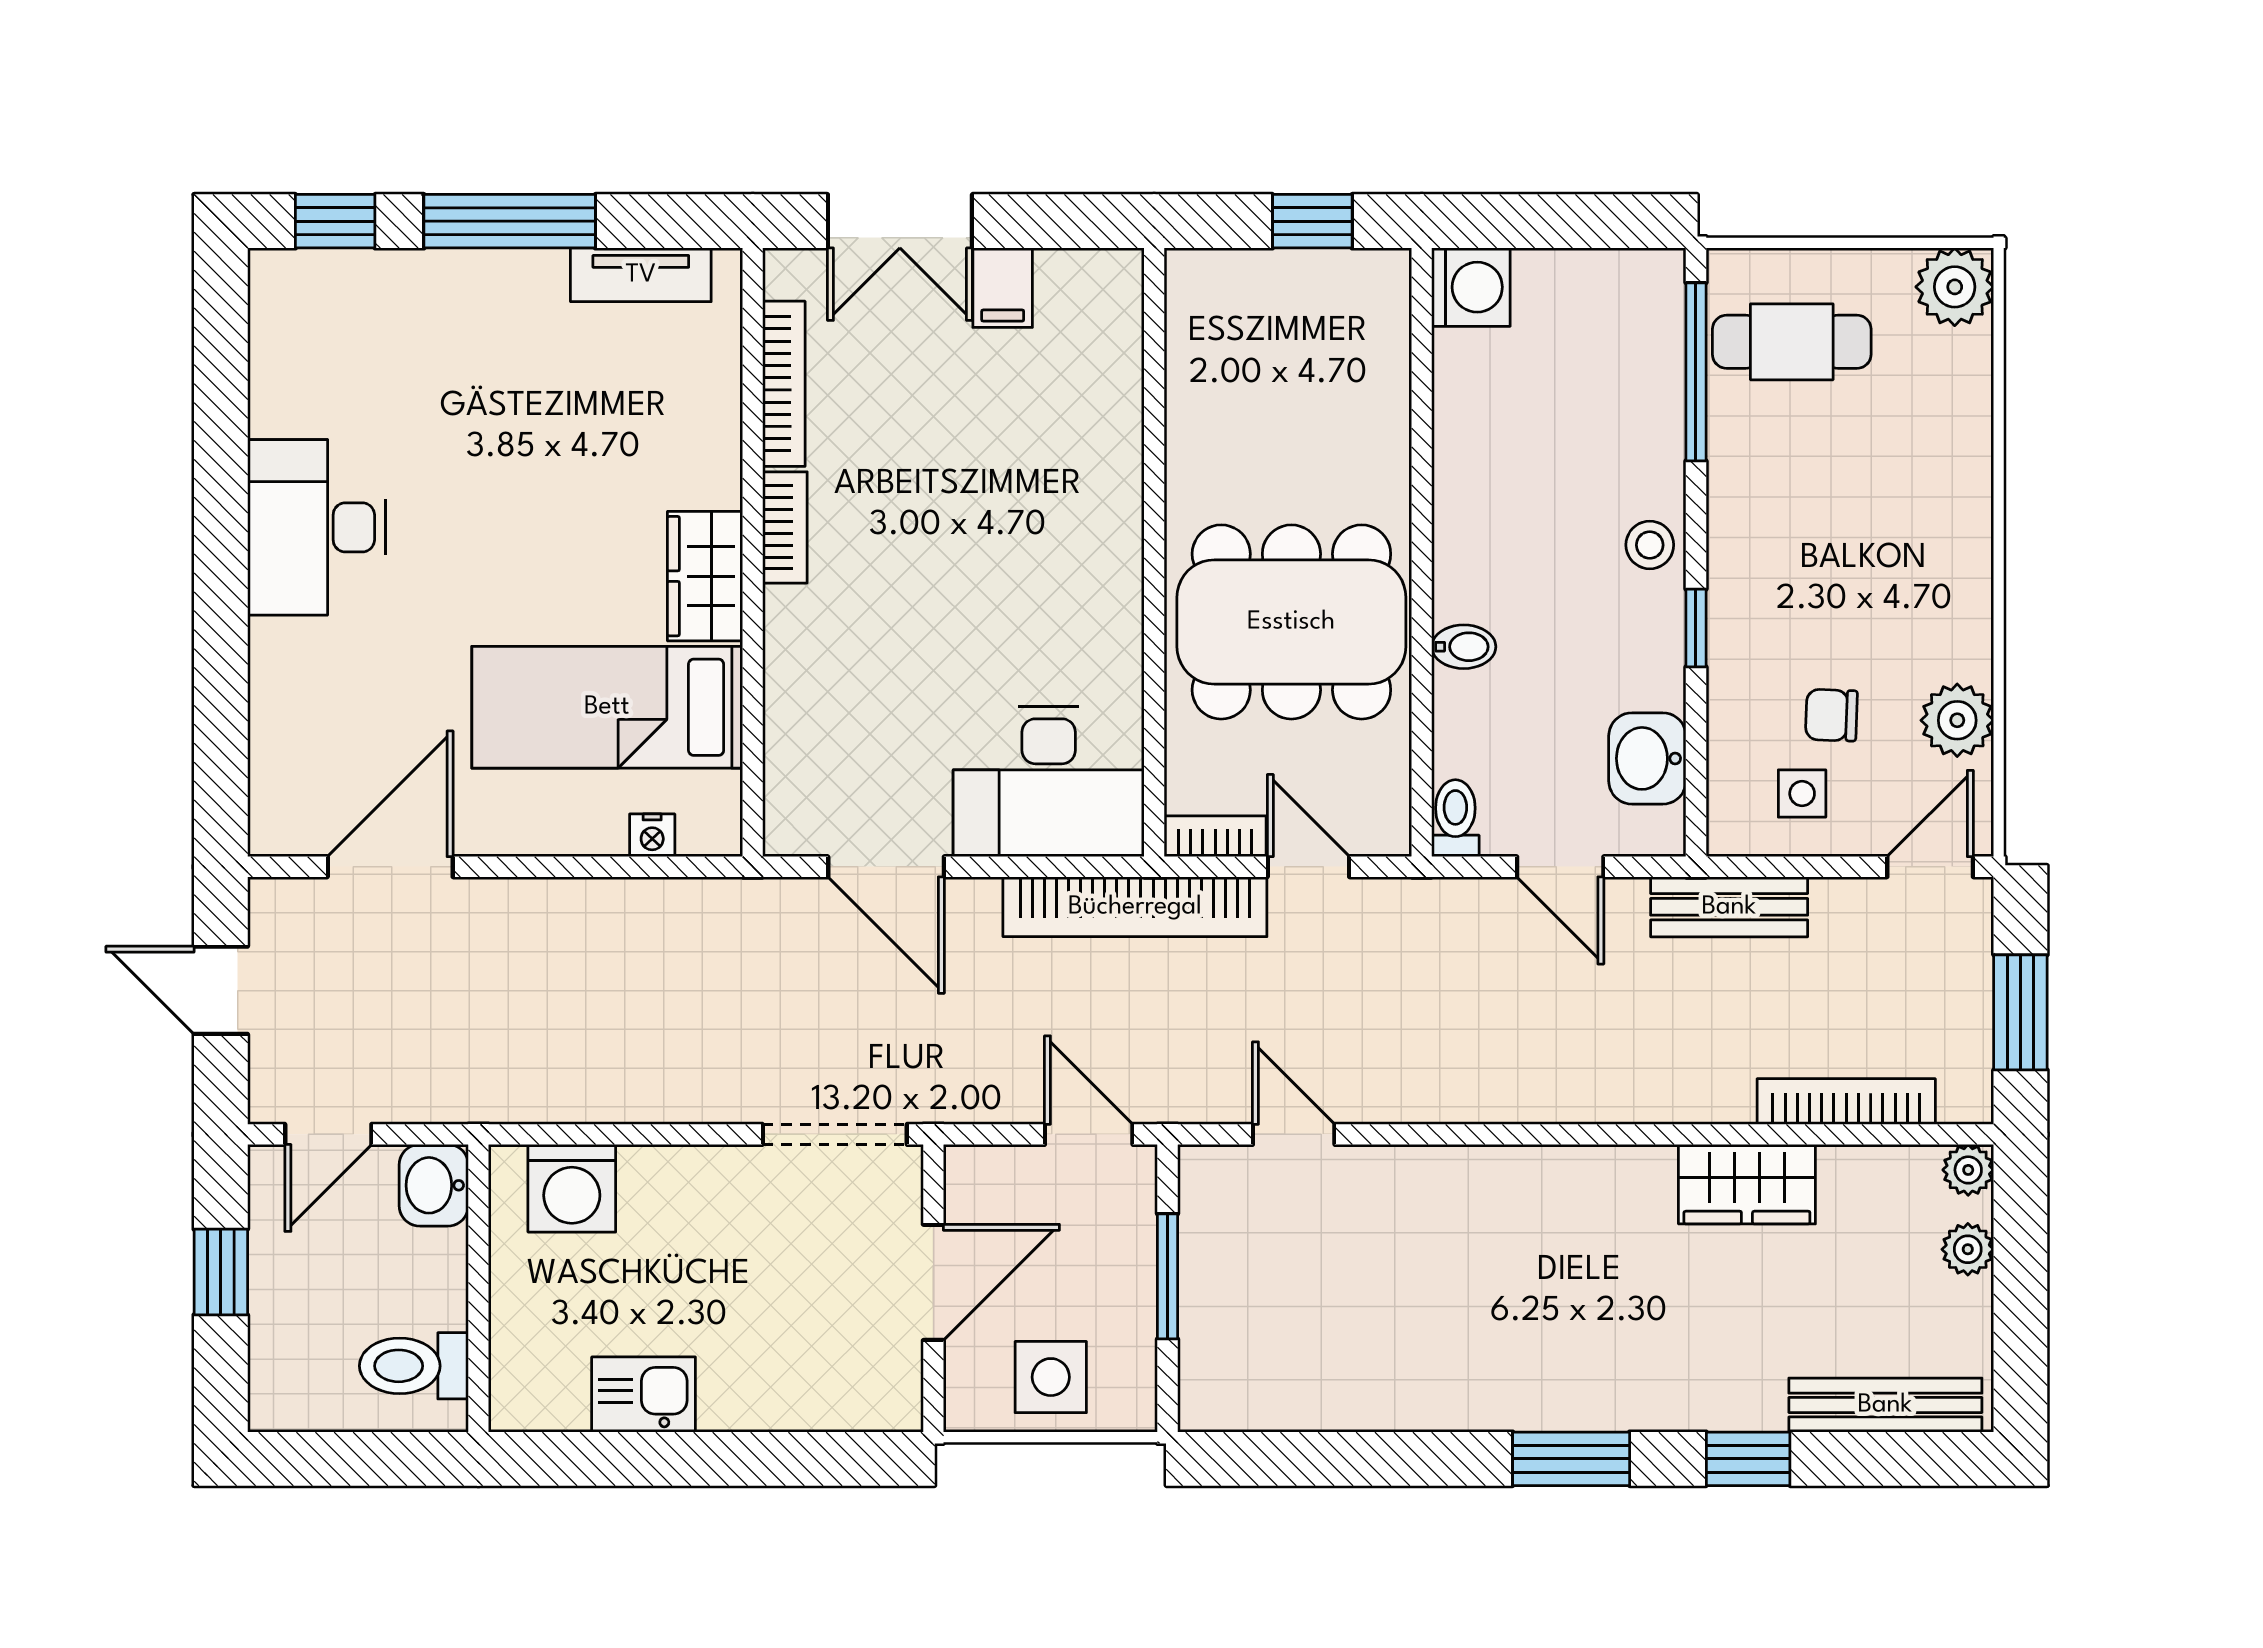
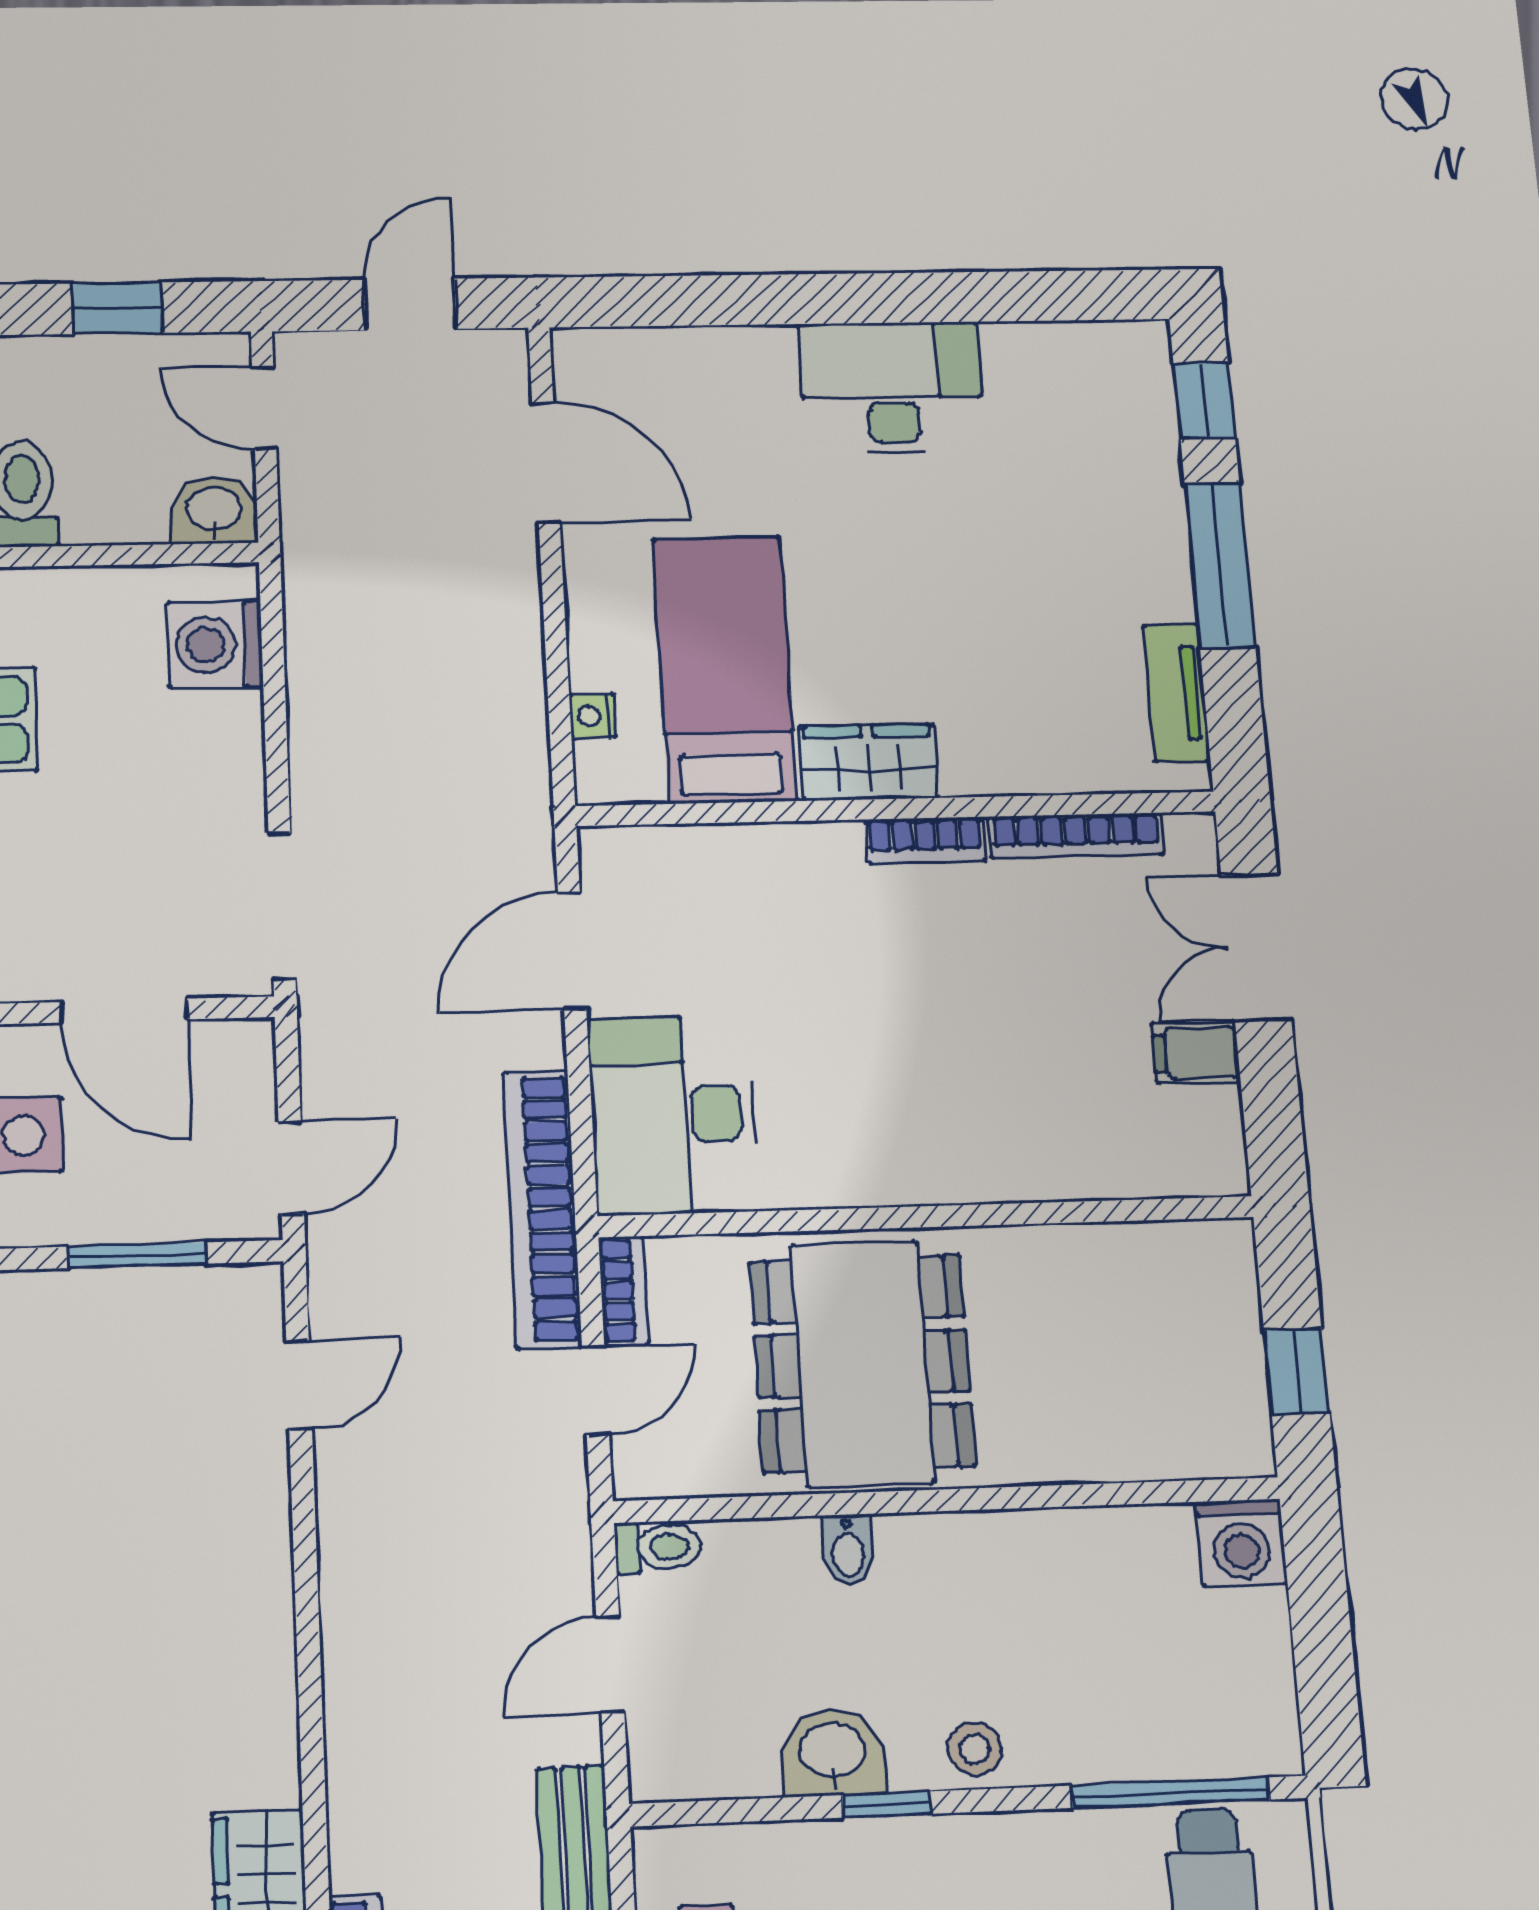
washbasin: (1647, 758) -> (833, 1752), moved

